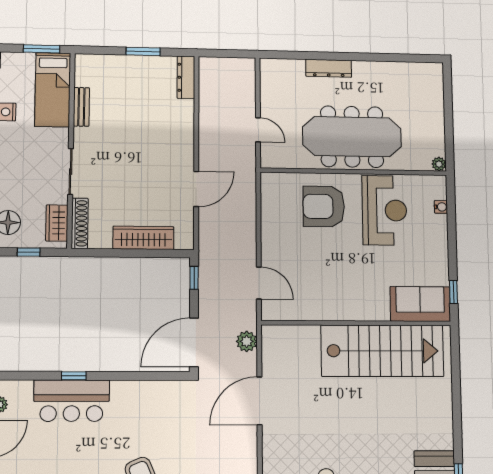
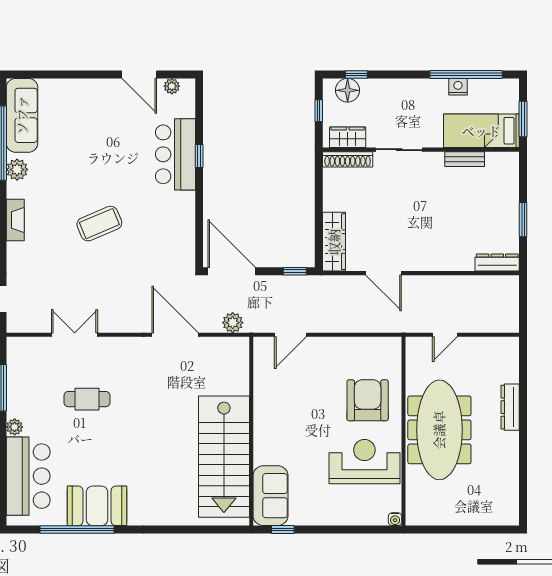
plant: (439, 164) -> (413, 518), removed
water cooler: (441, 207) -> (395, 519), moved
reception desk: (384, 210) -> (364, 462), turned 180
wardrobe: (143, 238) -> (334, 242), moved

